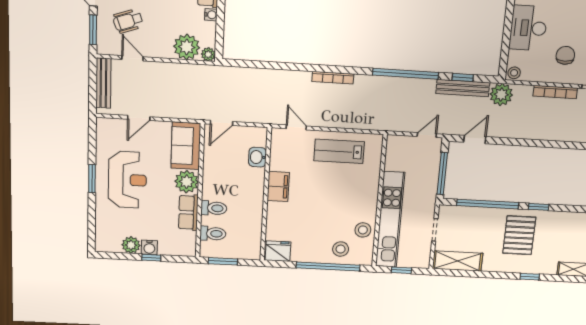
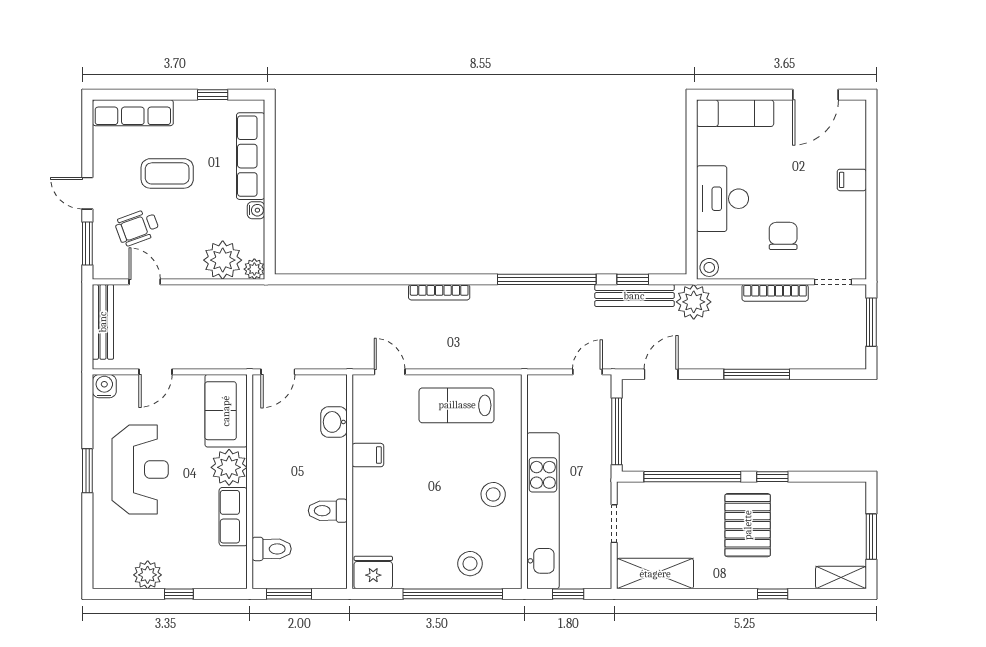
window: (537, 143) -> (757, 374), added
filing cabinet: (278, 186) -> (368, 455), width x0.50
toilet: (214, 208) -> (328, 511), moved, turned 180
stool: (363, 230) -> (493, 494), moved
water cooler: (149, 247) -> (104, 386), moved, turned 180

